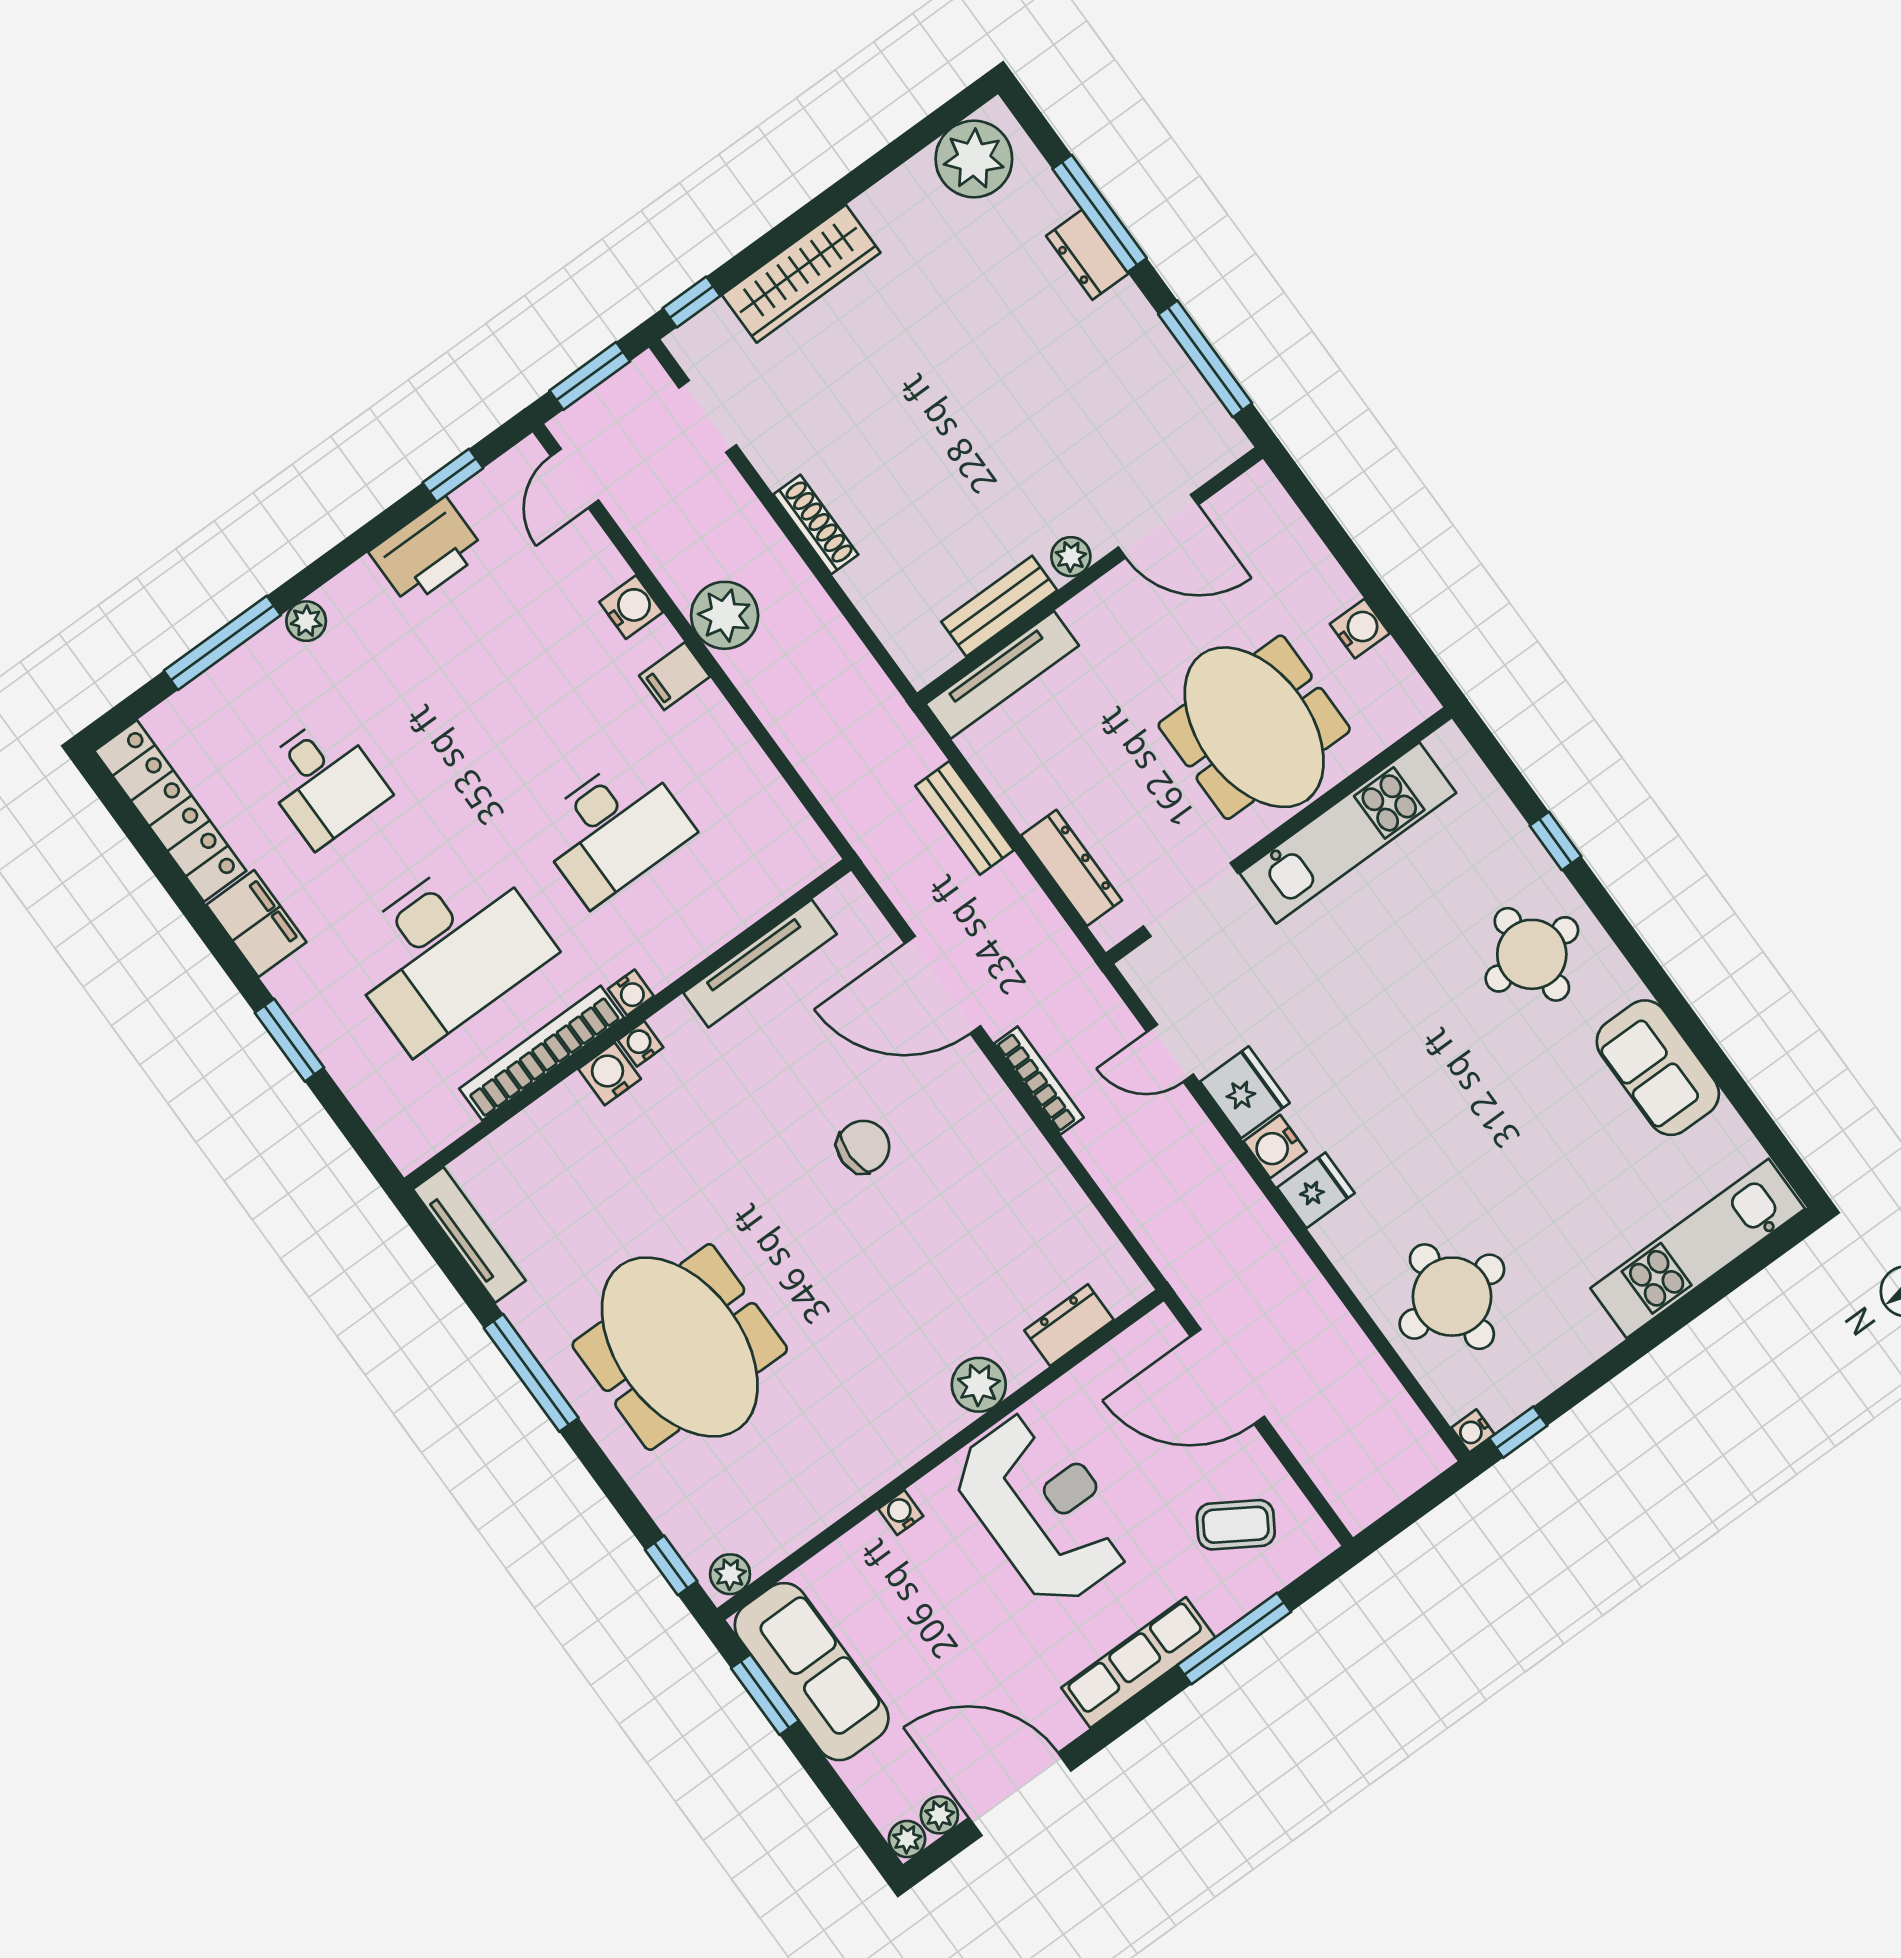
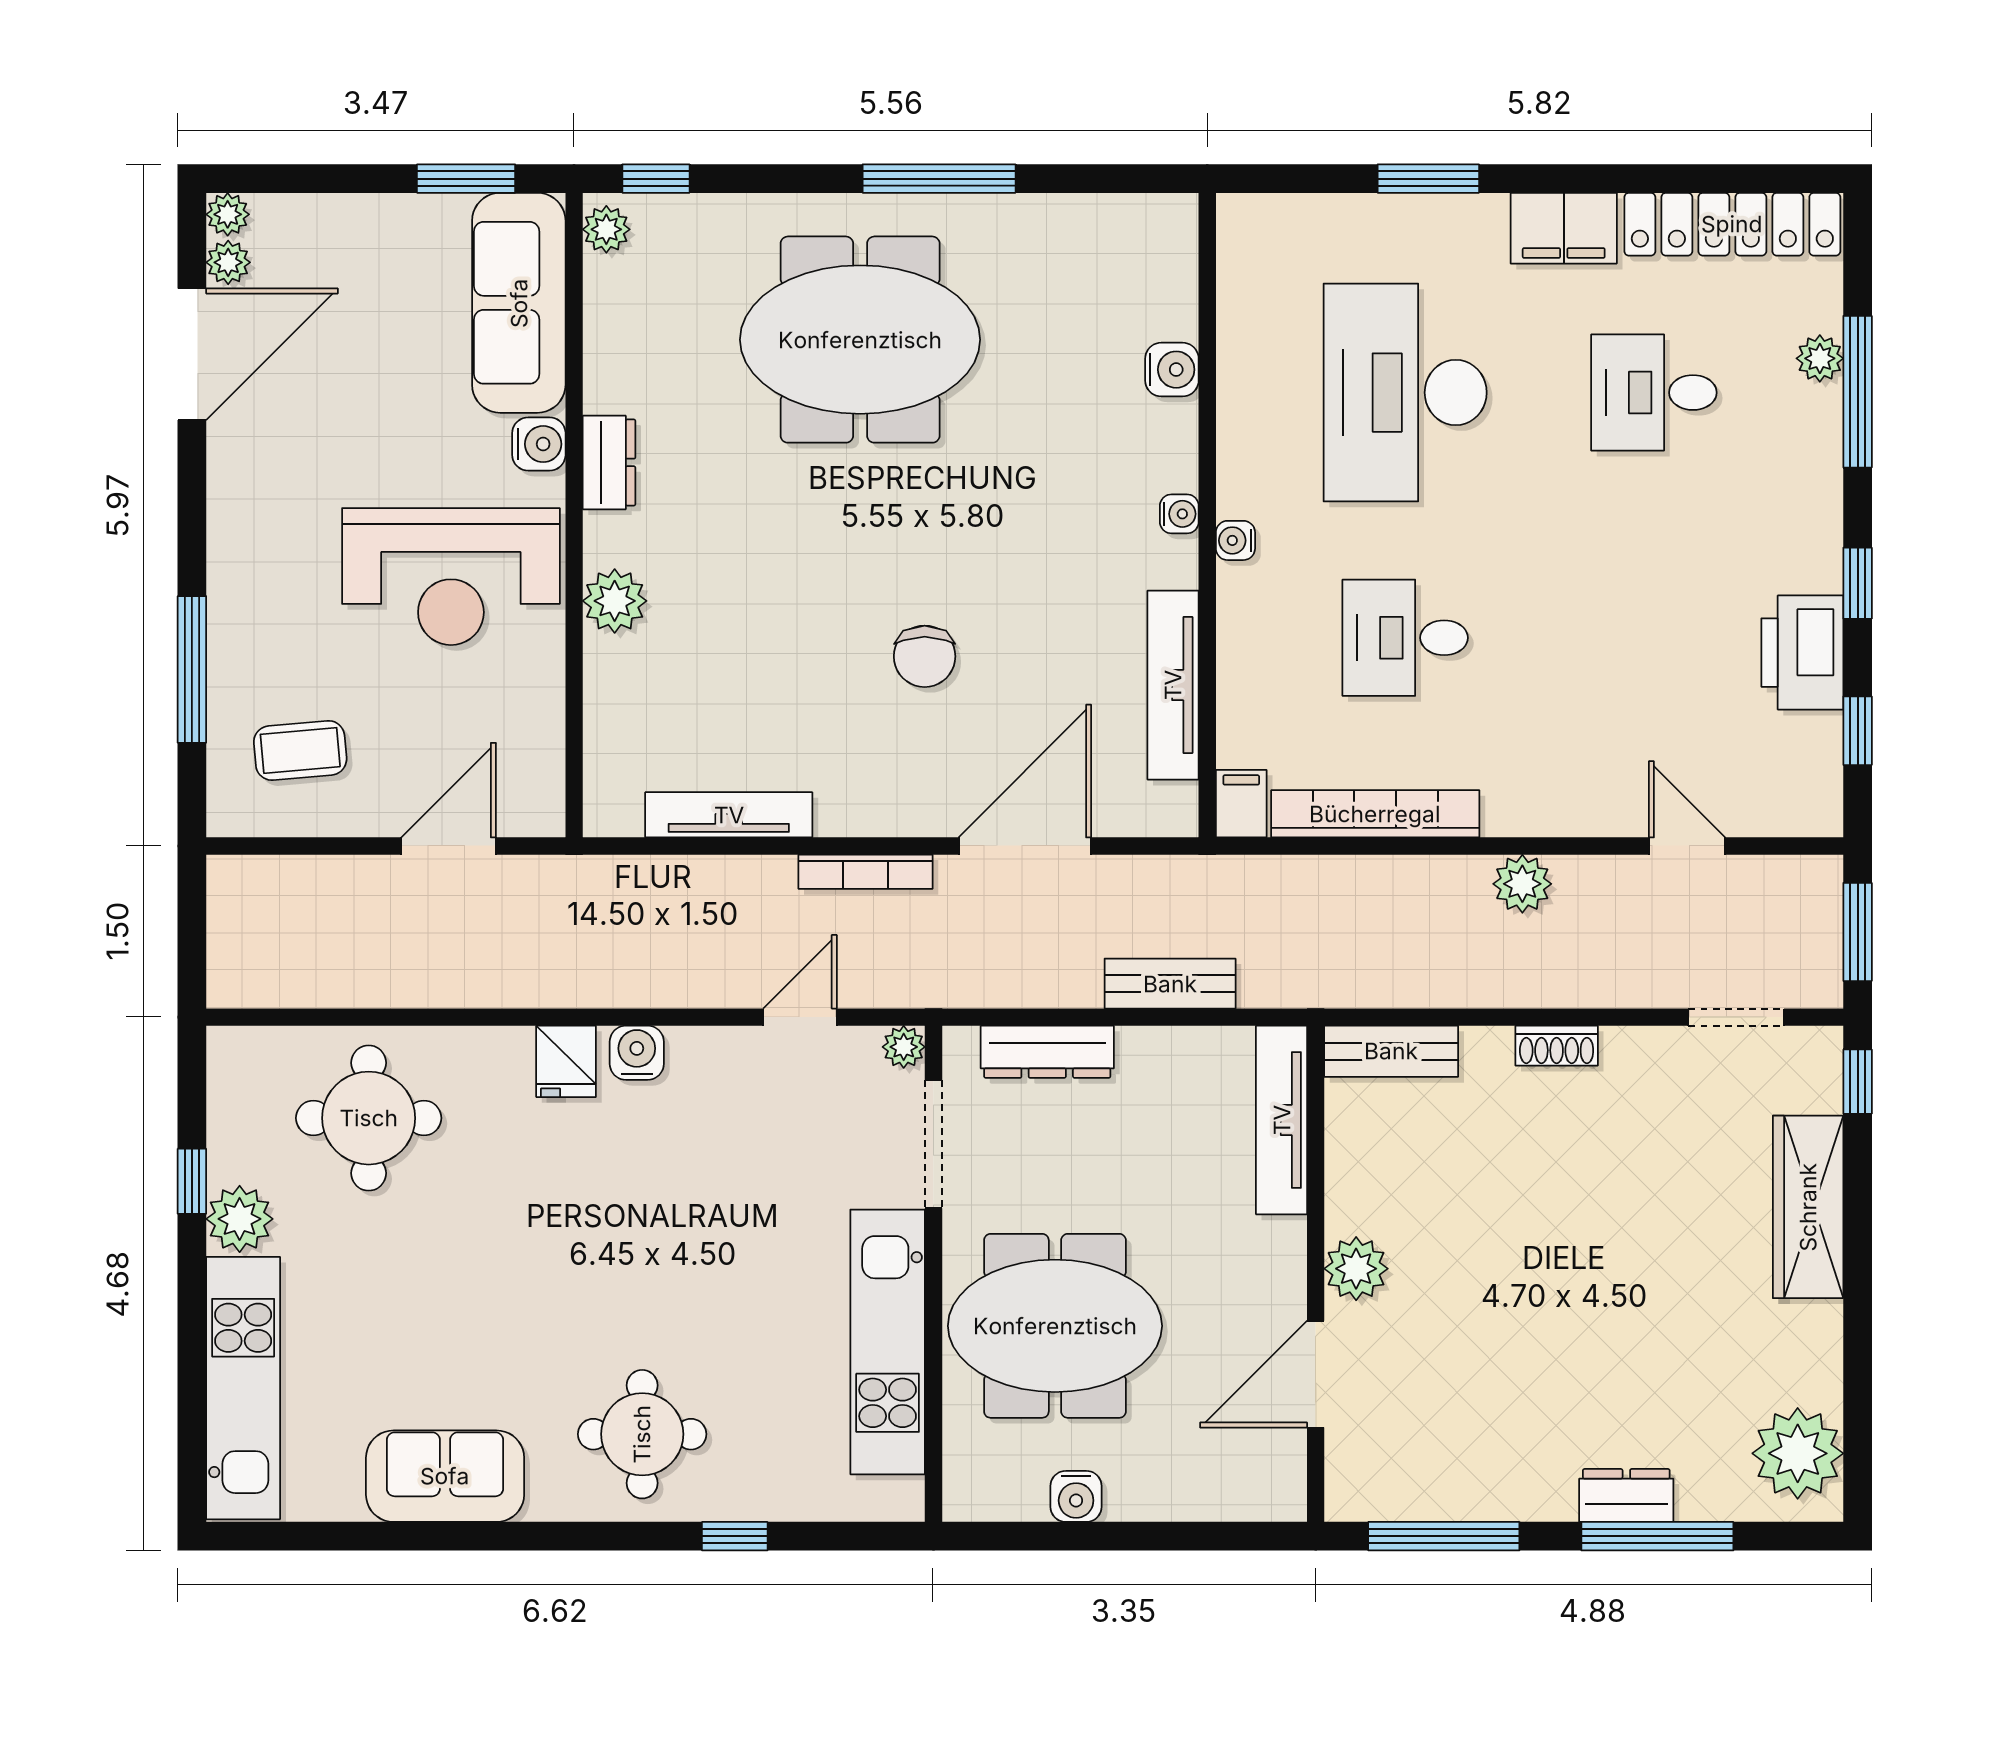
door: (575, 478) -> (1687, 846), moved
shoe rack: (816, 524) -> (1557, 1046), width x0.70
window: (353, 548) -> (1858, 583), added
plant: (1071, 557) -> (1356, 1269), width x1.38, depth x1.38
bench: (999, 606) -> (1391, 1051), moved, turned 90
water cooler: (631, 607) -> (1606, 810), removed
plant: (725, 615) -> (1522, 884), width x0.73, depth x0.73
plant: (306, 621) -> (1820, 358), moved
filing cabinet: (675, 676) -> (1241, 804), moved
desk: (613, 829) -> (1405, 638), width x0.73
plant: (1139, 968) -> (904, 1047), added
bookcase: (542, 1053) -> (1375, 814), moved, turned -90
water cooler: (610, 1074) -> (1172, 370), moved
fridge: (1245, 1092) -> (710, 1062), removed
tv unit: (469, 1235) -> (729, 815), moved, turned 180
dresser: (1069, 1325) -> (609, 462), moved
plant: (1584, 1335) -> (240, 1219), added
door: (1227, 1377) -> (449, 846), width x0.73
water cooler: (1473, 1431) -> (225, 1044), removed
window: (1518, 1432) -> (192, 1181), moved
water cooler: (901, 1513) -> (539, 444), width x1.38, depth x1.38
coffee table: (1236, 1525) -> (300, 750), turned 53
row of seats: (1138, 1663) -> (236, 560), removed
sofa: (812, 1672) -> (519, 303), moved, turned 90

